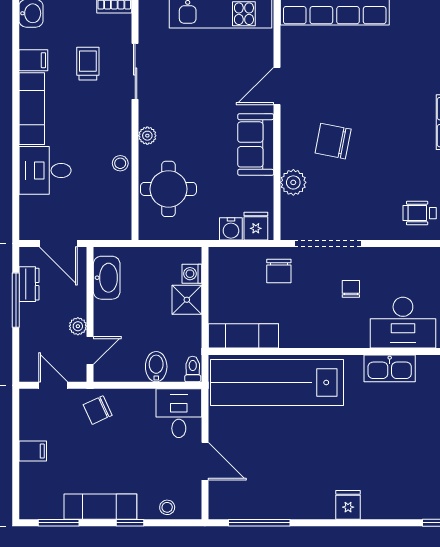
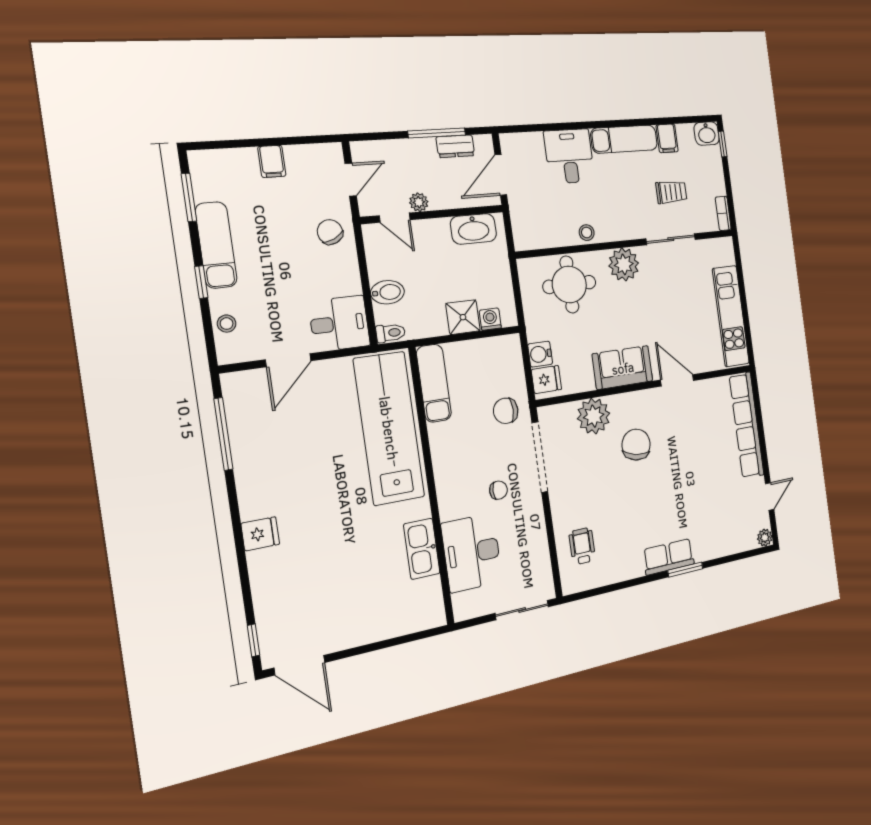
plant: (147, 136) -> (624, 264), width x1.88, depth x1.88
plant: (293, 182) -> (594, 416), width x1.36, depth x1.36

